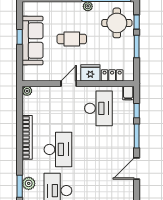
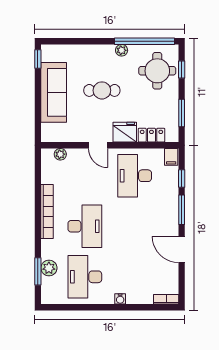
window: (20, 37) -> (38, 59), moved
window: (137, 46) -> (182, 113), moved
door: (69, 84) -> (98, 145), swing flipped
plant: (27, 91) -> (60, 154), moved
desk: (98, 108) -> (135, 176), turned 180
door: (137, 168) -> (182, 250), hinge flipped

